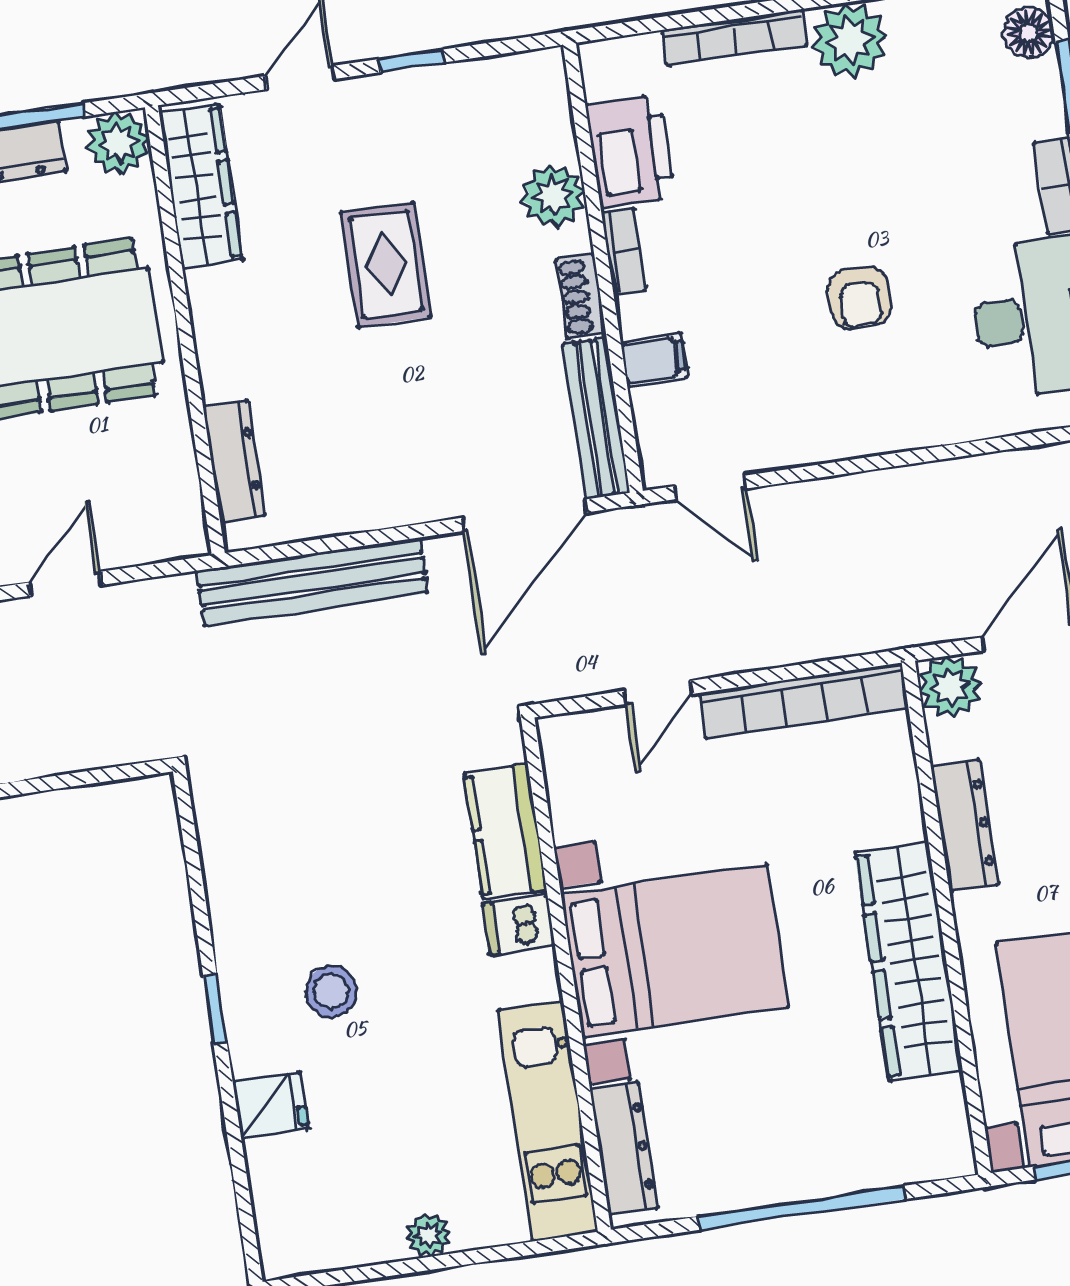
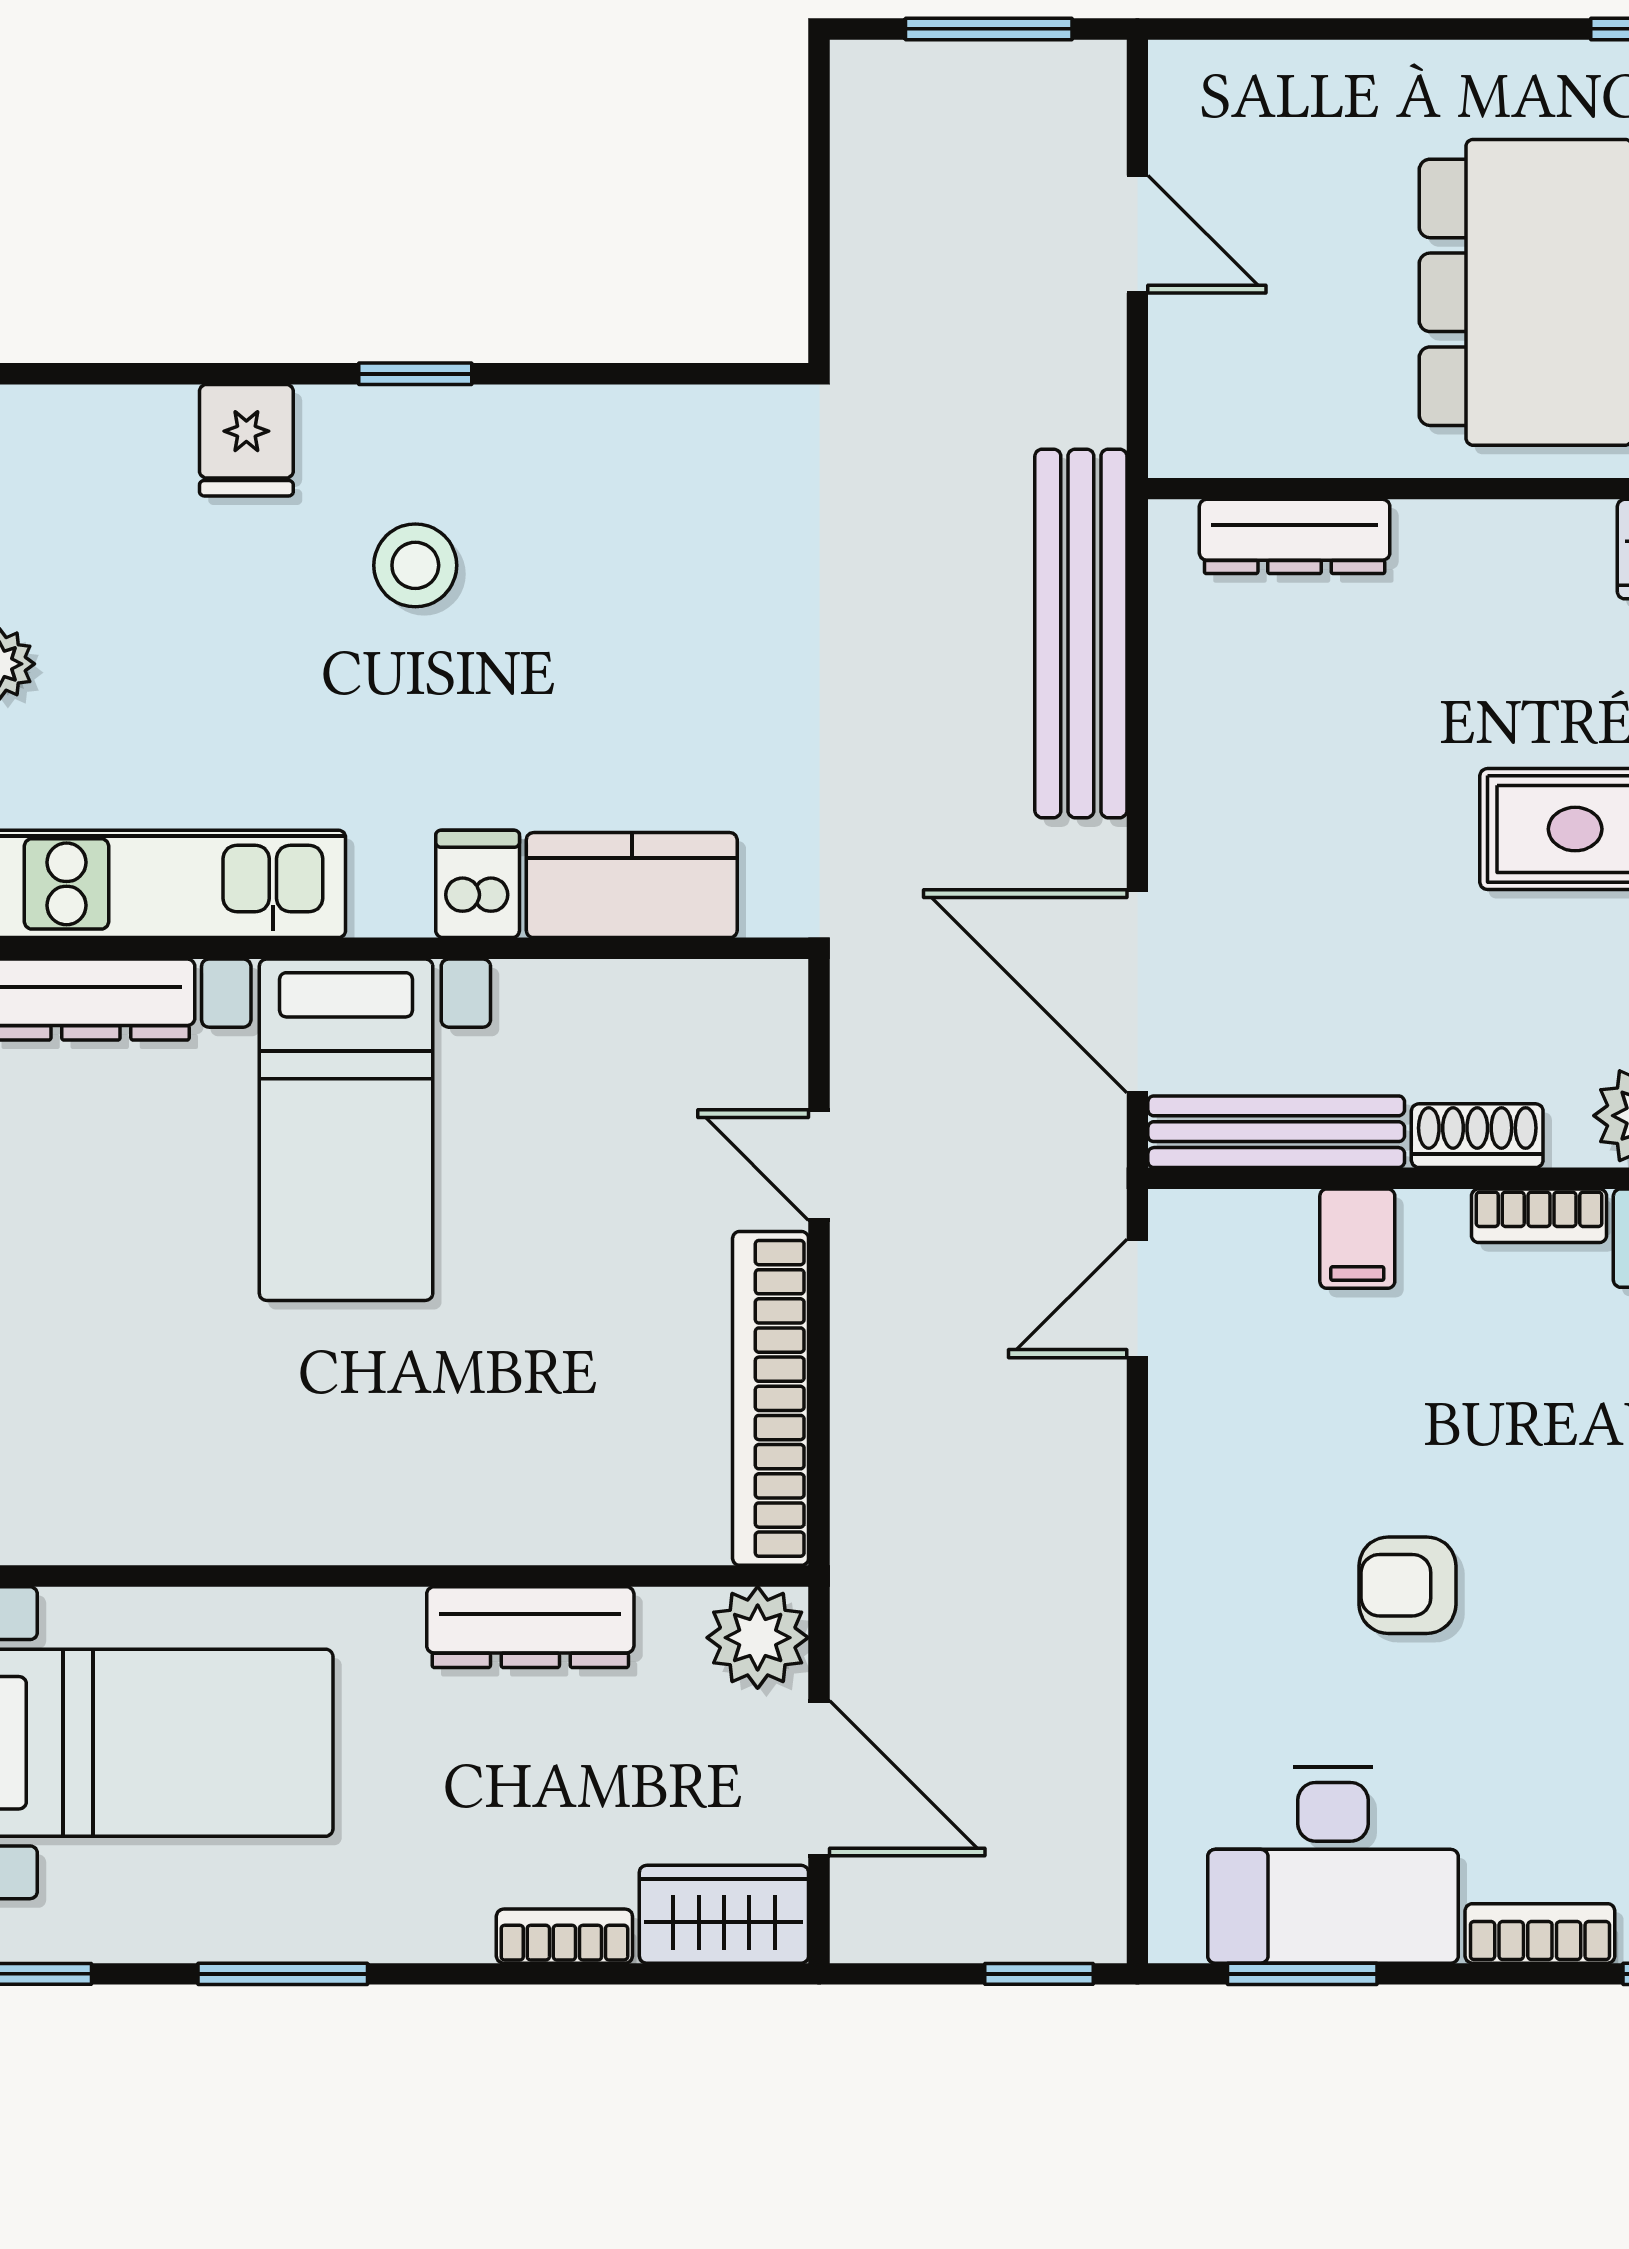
bed with nightstands: (675, 951) -> (346, 1130), width x0.73
wardrobe: (909, 961) -> (325, 1504), removed

